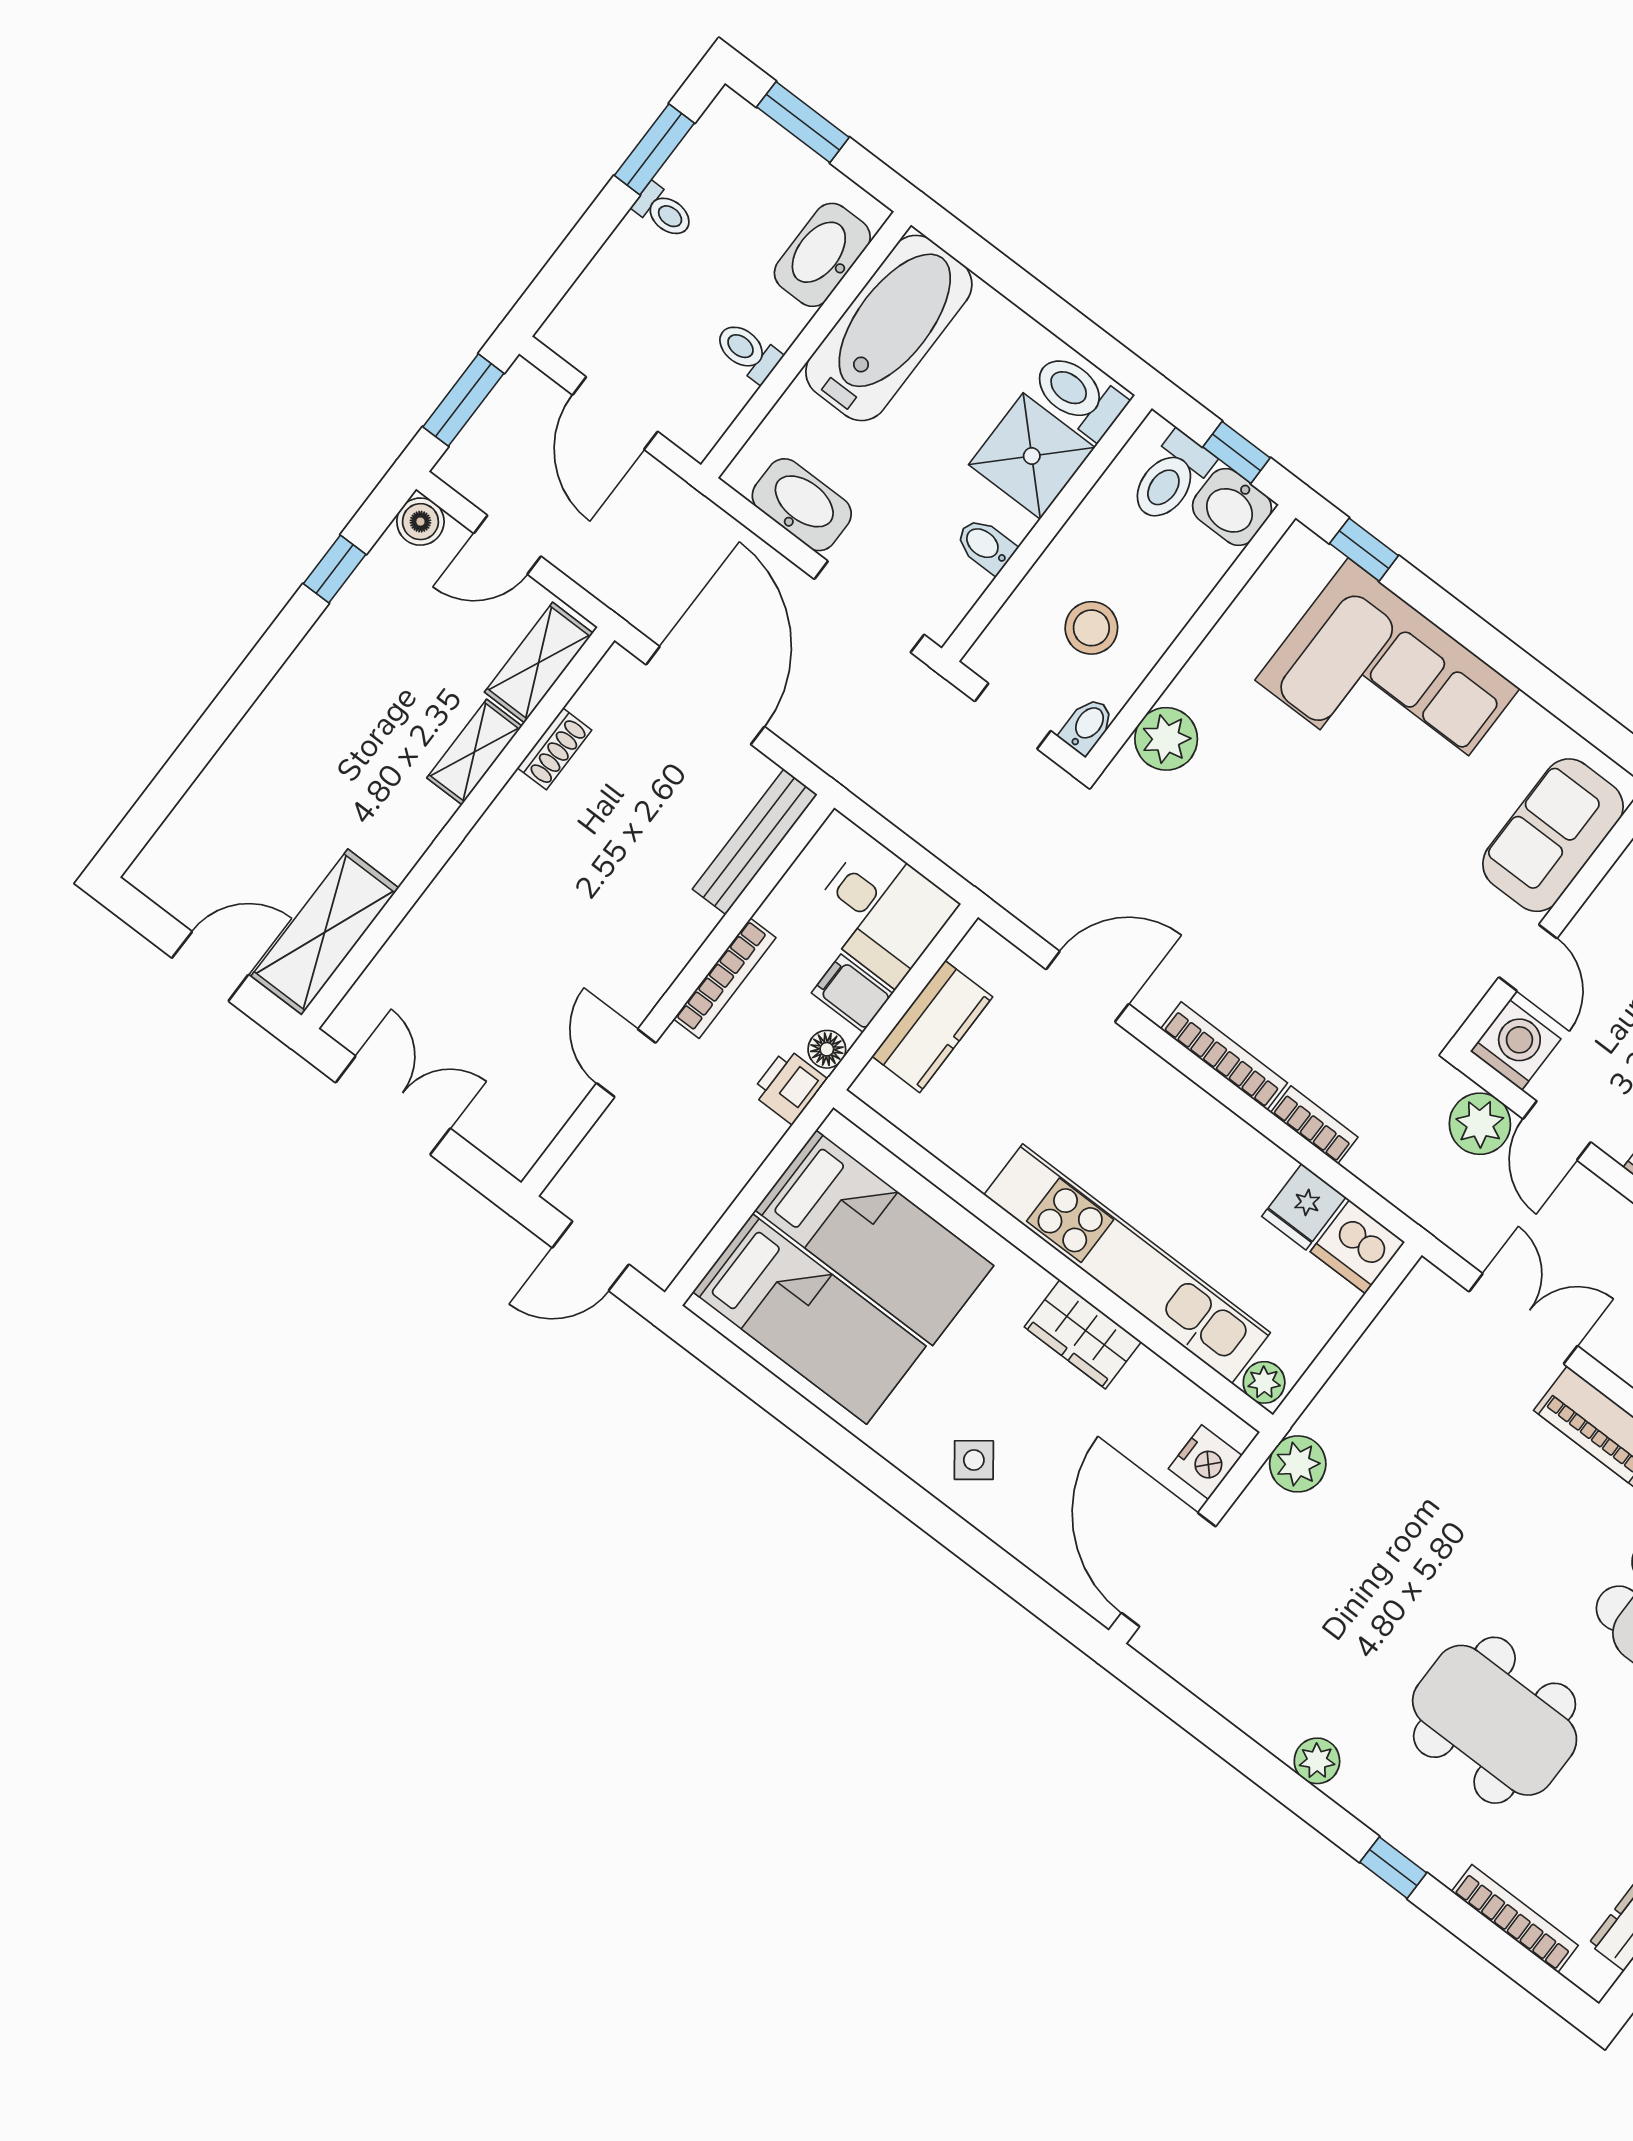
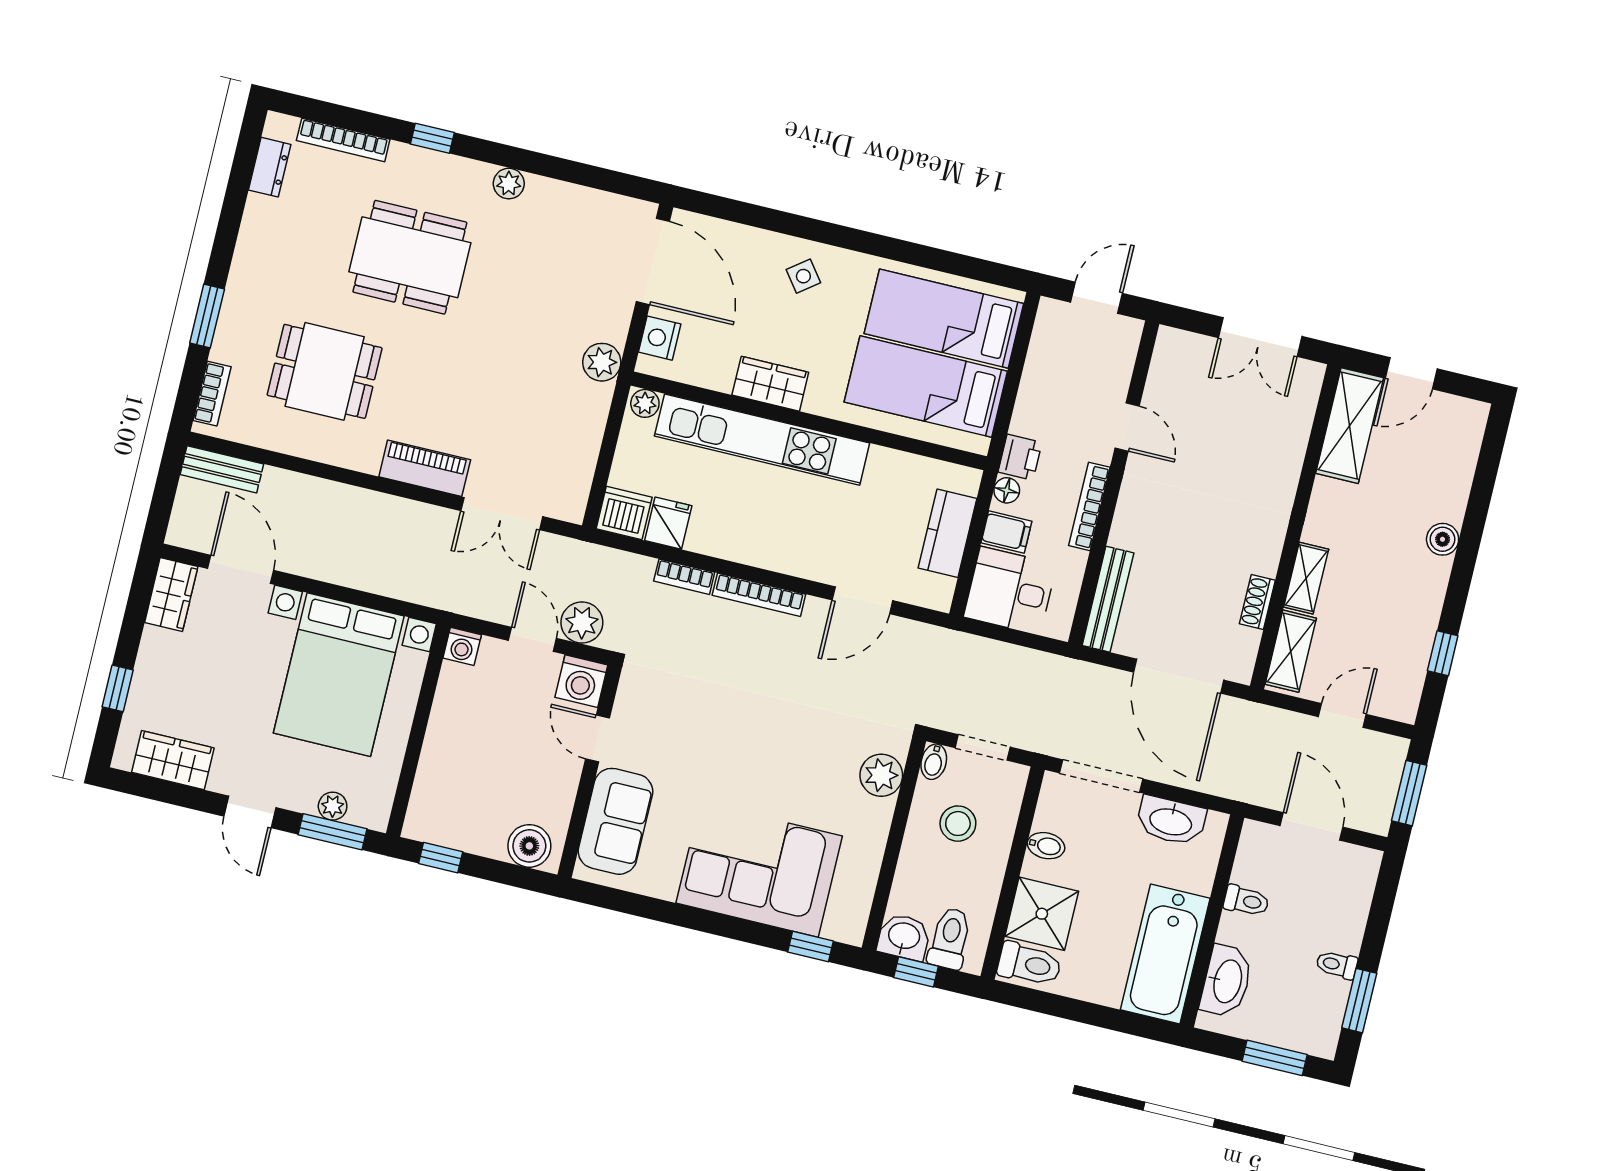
boiler: (420, 522) -> (1443, 539), moved

